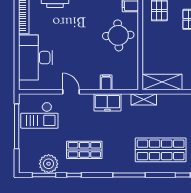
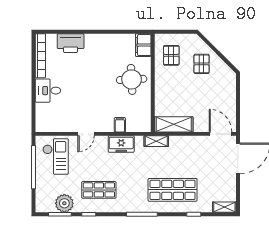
desk: (35, 58) -> (48, 91), width x0.53, depth x0.77
door: (71, 92) -> (86, 134), swing flipped
checkout: (39, 115) -> (56, 156), turned -90

